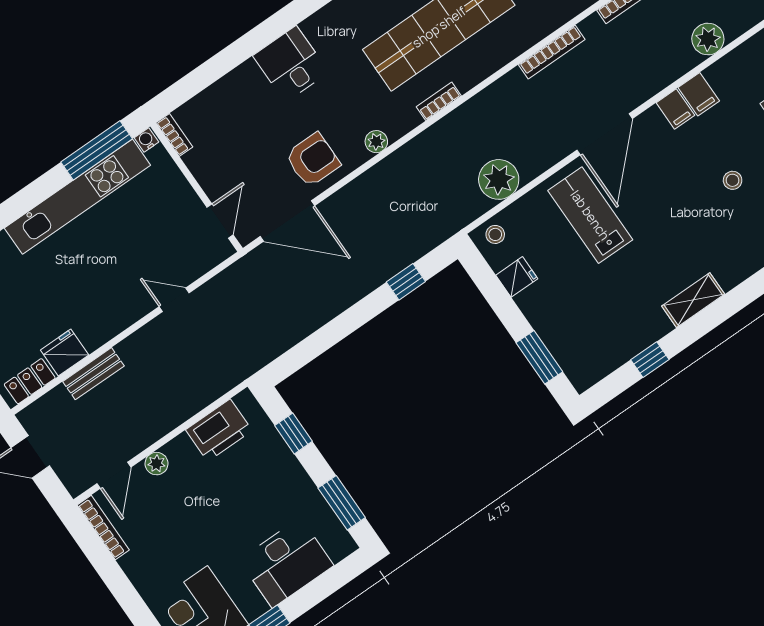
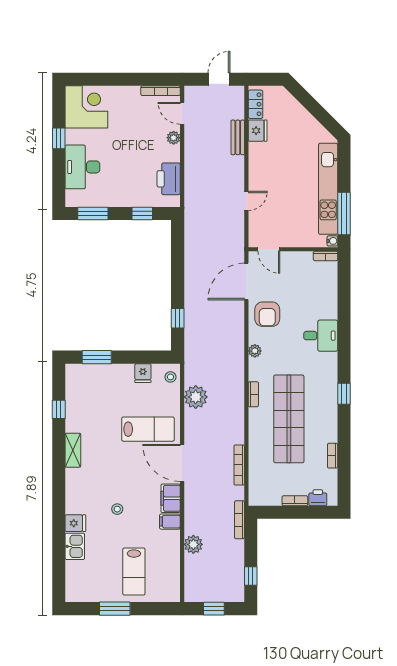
filing cabinet: (675, 109) -> (171, 498), width x2.00

